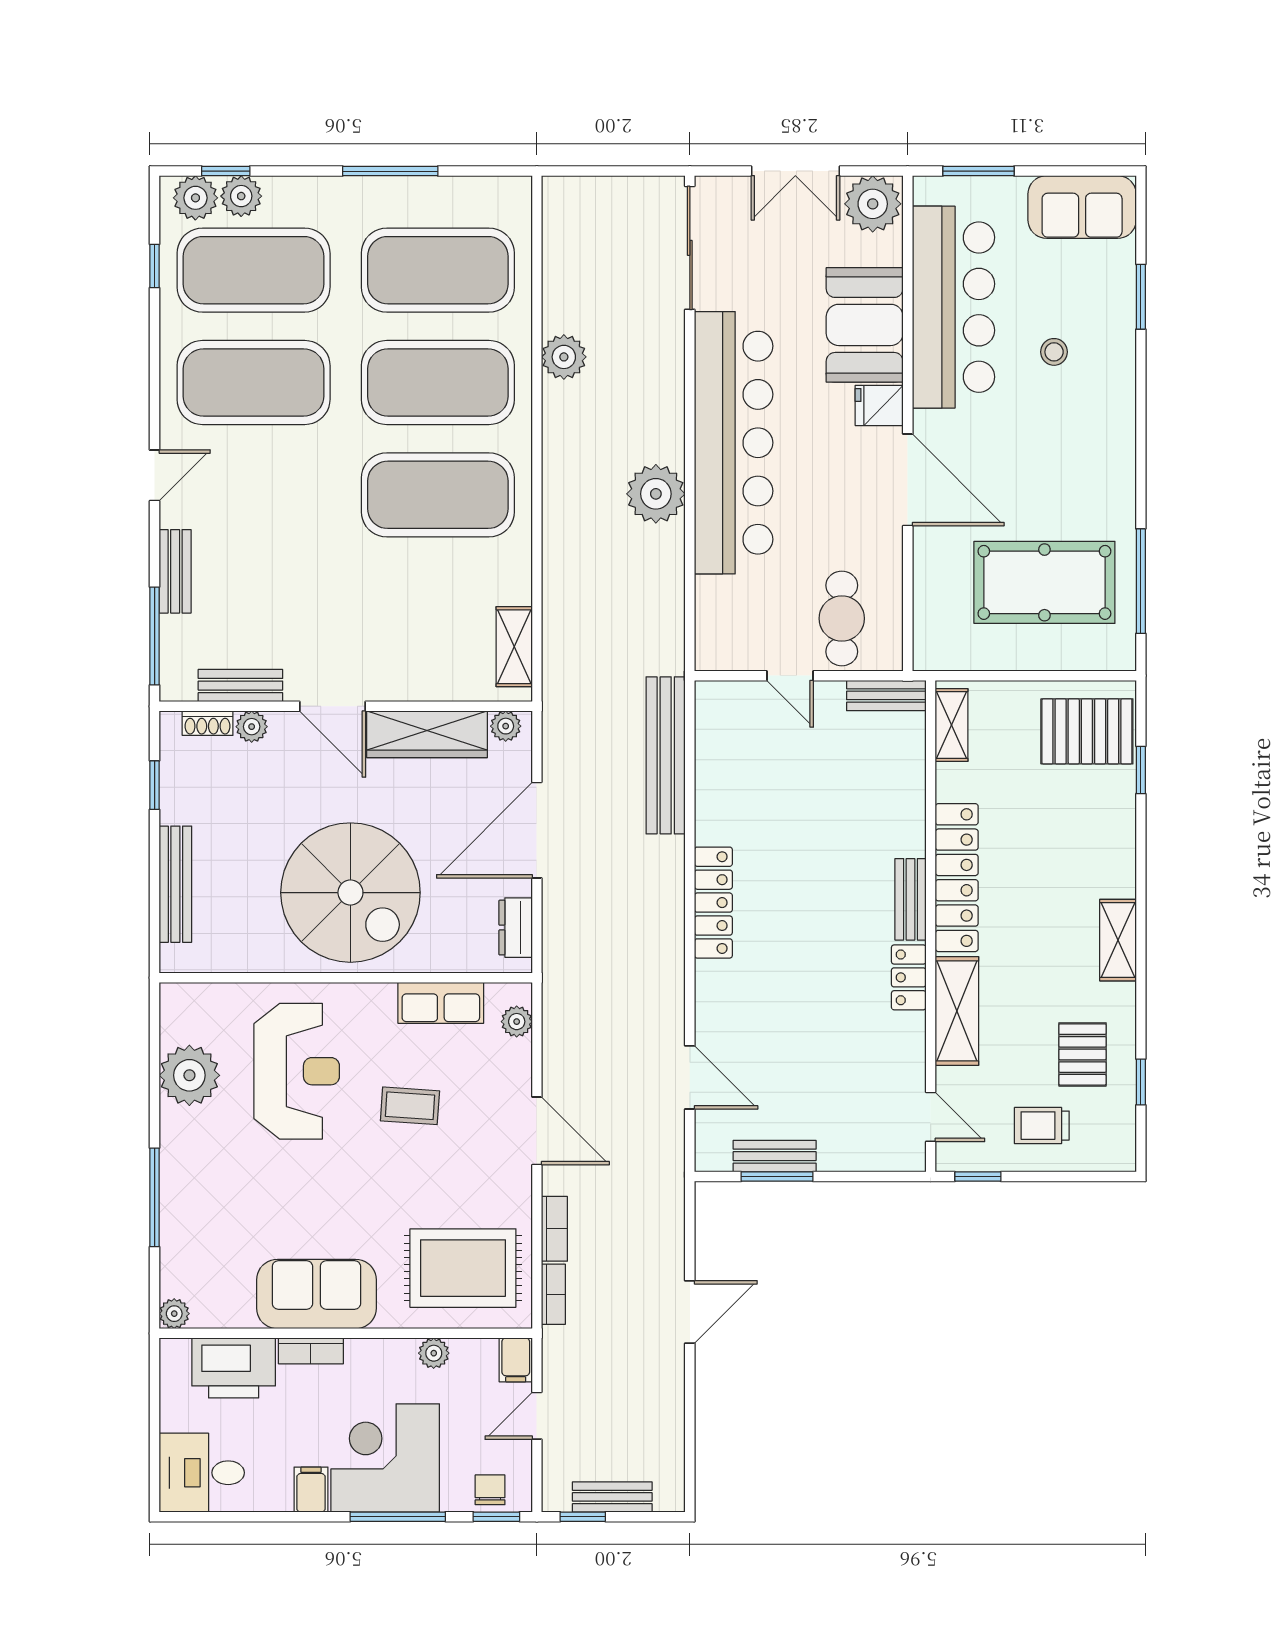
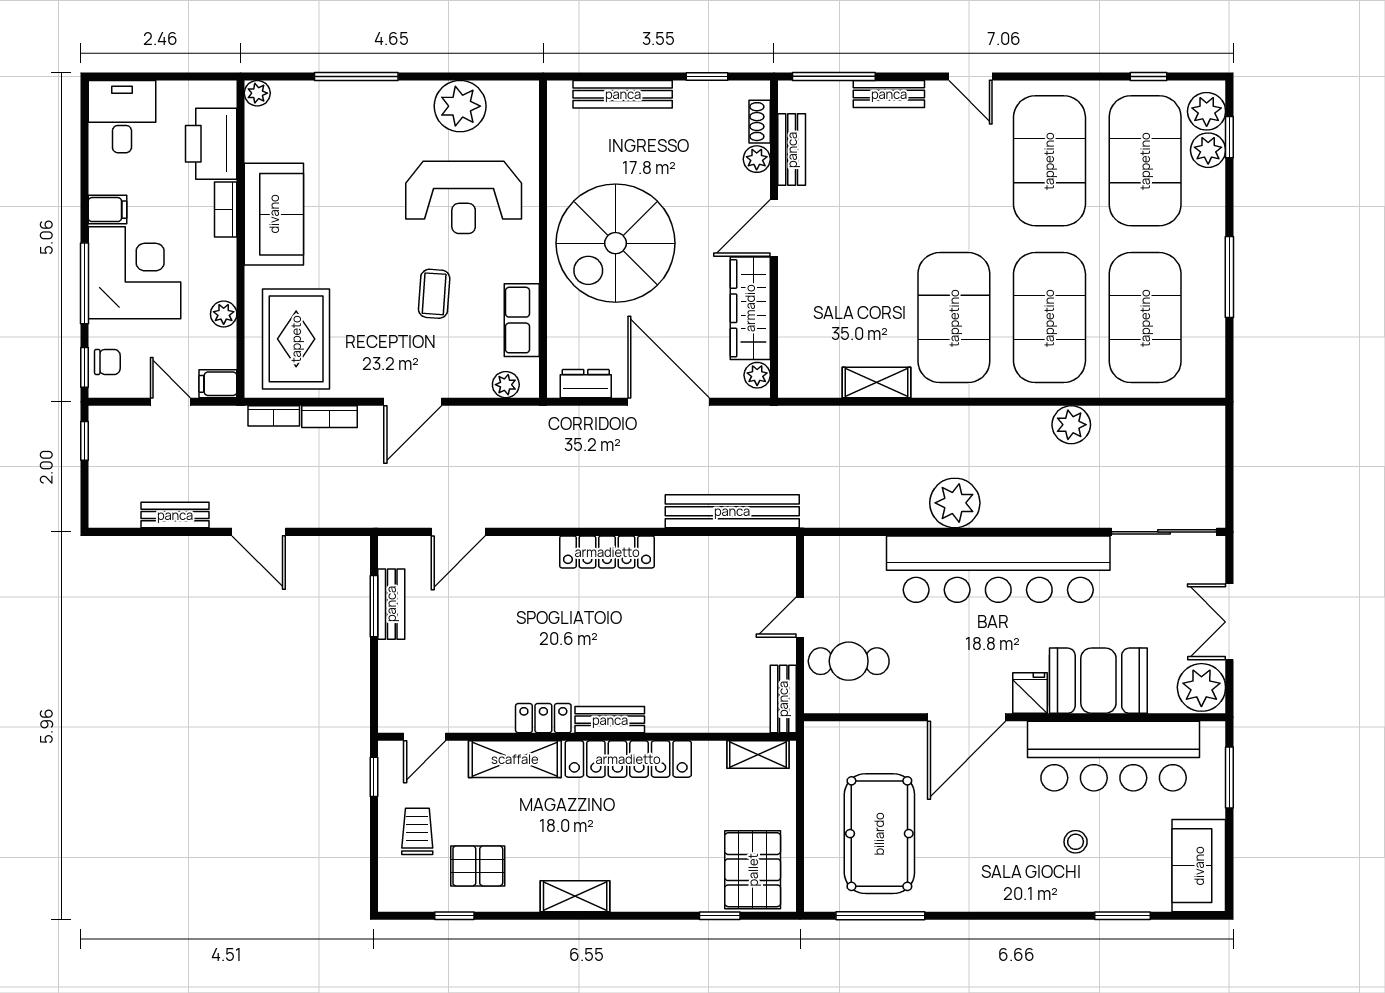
shelving: (514, 647) -> (877, 383), moved
bench: (612, 1497) -> (175, 515), moved, turned 90

